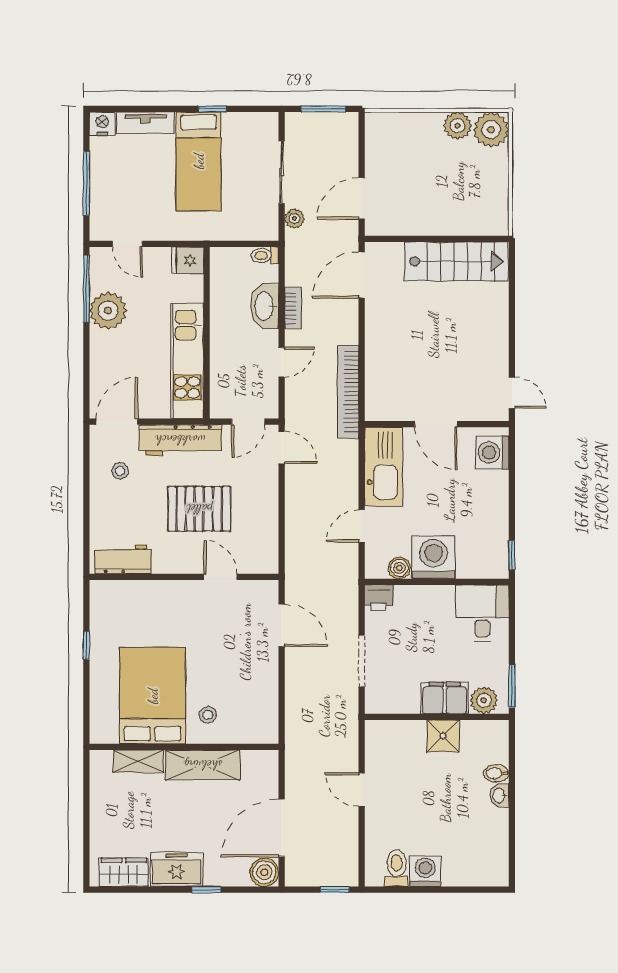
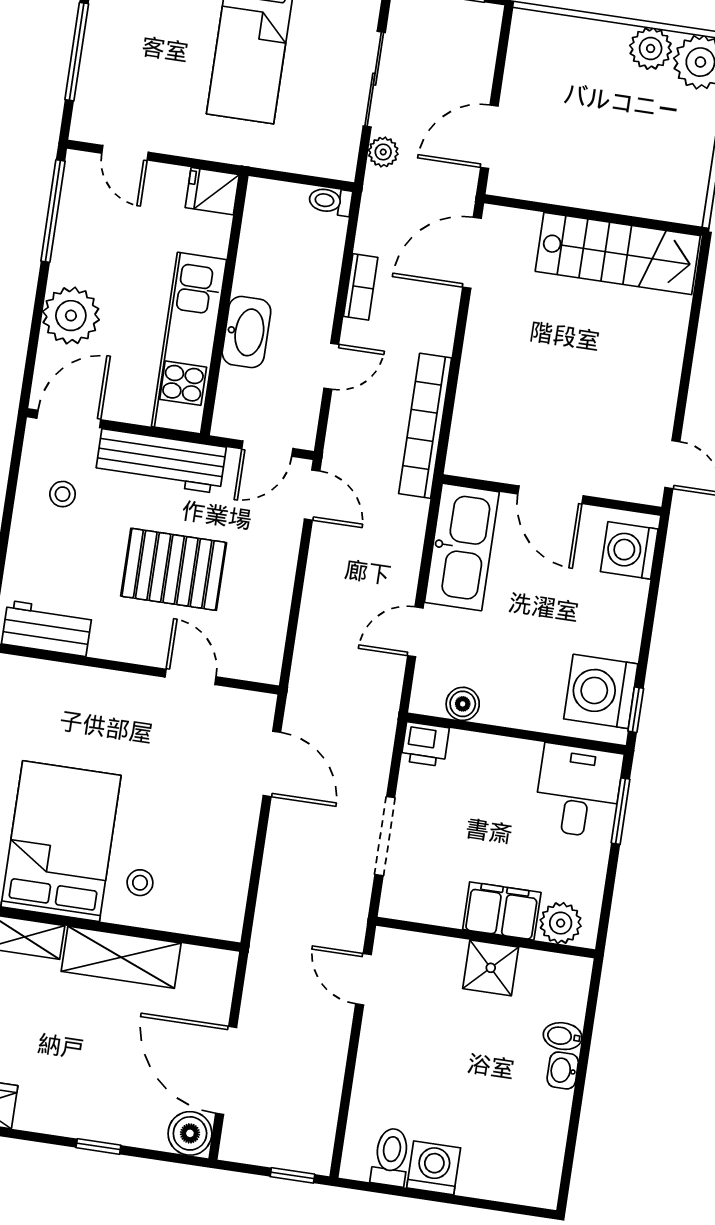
washbasin: (265, 306) -> (246, 332), moved, turned 180
plant: (108, 311) -> (71, 316), moved
washing machine: (434, 557) -> (601, 691), moved, turned -90
window: (512, 686) -> (621, 811), moved
door: (362, 789) -> (363, 979), moved
door: (282, 828) -> (226, 1070), hinge flipped
freezer: (177, 869) -> (58, 1109), removed

